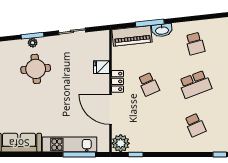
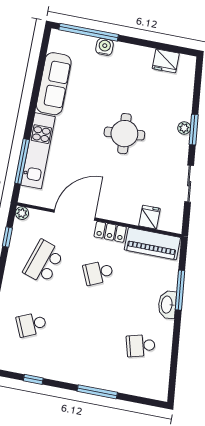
piano: (132, 36) -> (152, 244), moved, turned -84
fridge: (102, 67) -> (149, 217), moved
round table: (36, 69) -> (124, 134), moved
school desk: (195, 84) -> (44, 262), moved, turned 39
plant: (121, 143) -> (22, 213), width x0.53, depth x0.53

